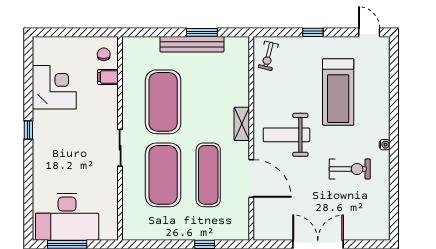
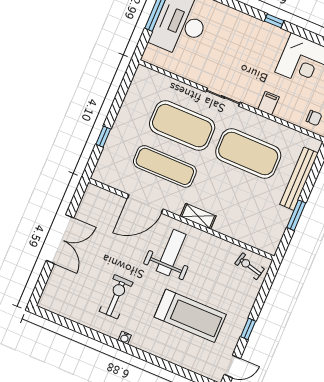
window: (313, 32) -> (248, 329), moved
bench: (192, 44) -> (299, 179), moved
filing cabinet: (108, 77) -> (268, 103), moved
treadmill: (338, 92) -> (190, 316), turned 180
exercise bike: (350, 169) -> (116, 297), turned 180

